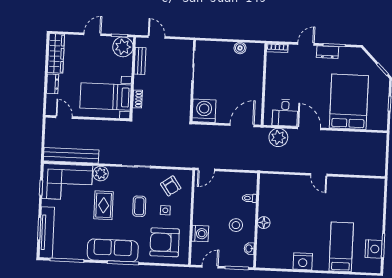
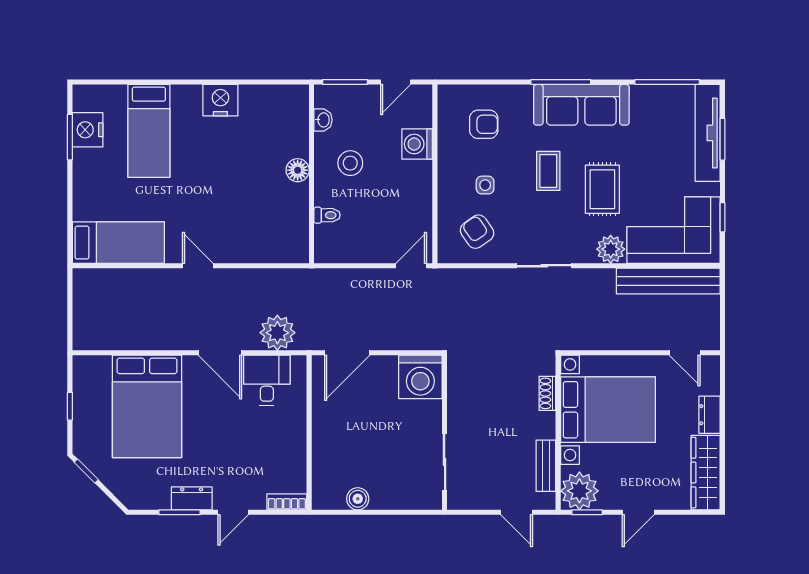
bed with nightstands: (106, 97) -> (608, 410), width x1.36
bed: (360, 189) -> (118, 243), added
coffee table: (139, 206) -> (548, 171), moved
armchair: (165, 242) -> (484, 124), width x0.53, depth x0.53

